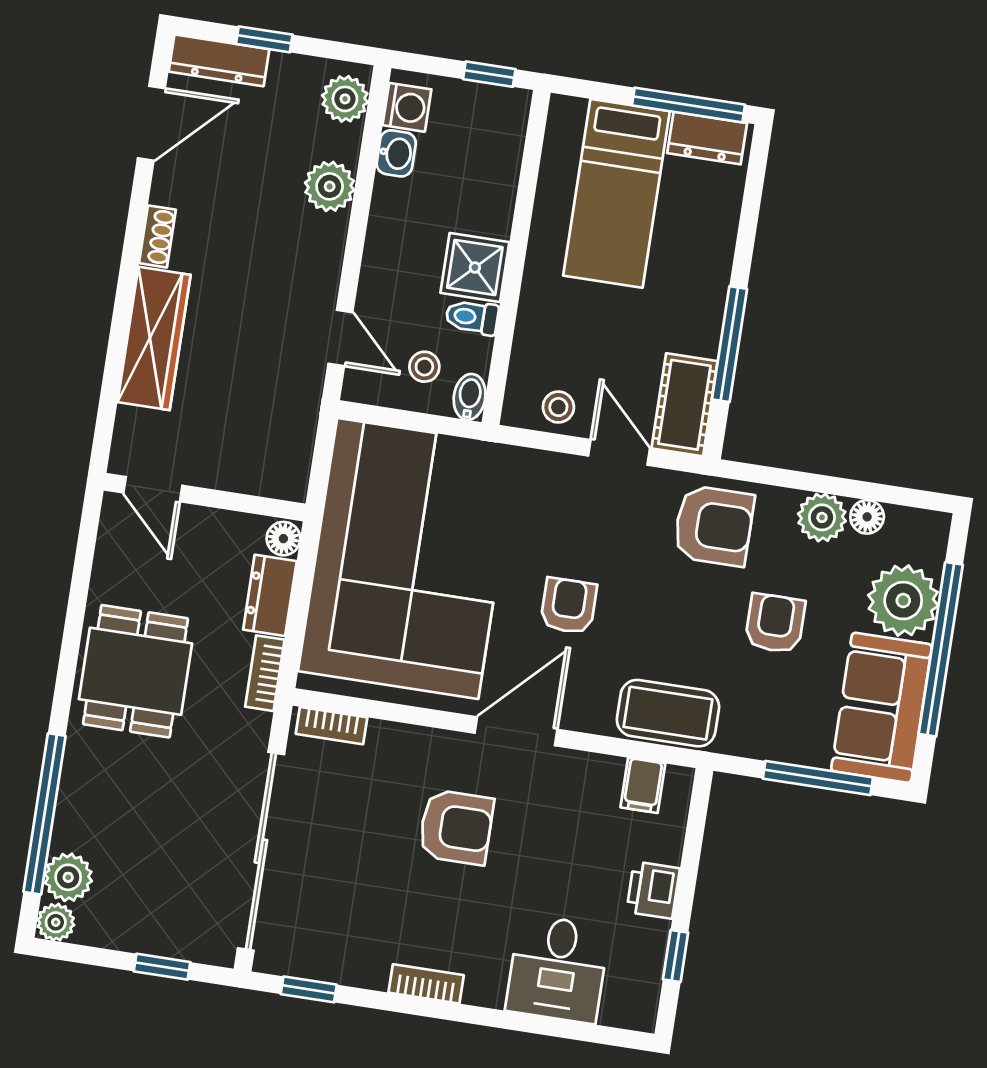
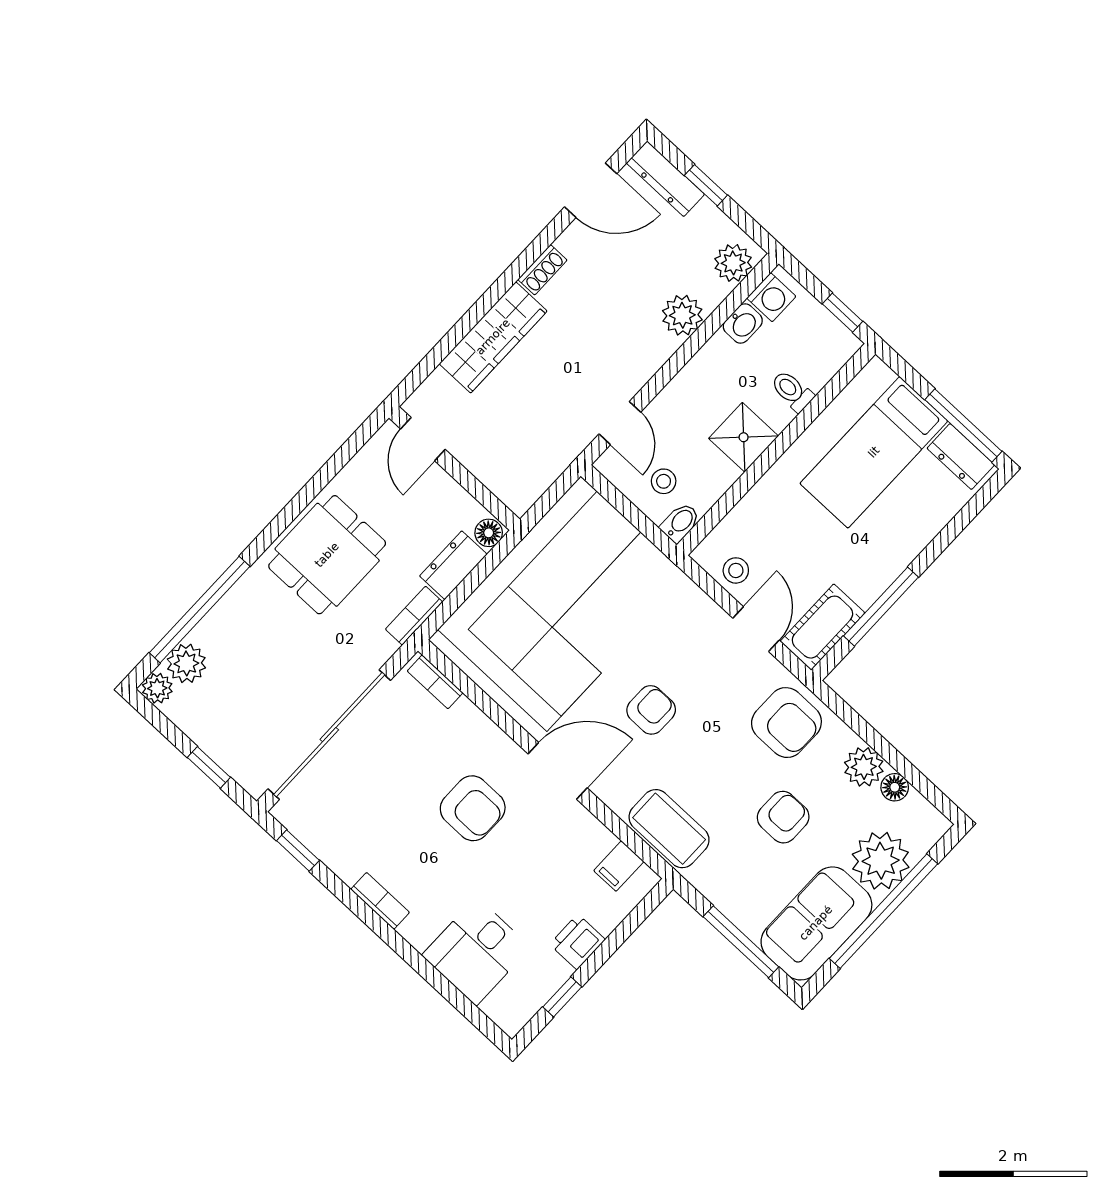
toilet: (472, 317) -> (792, 391), moved

